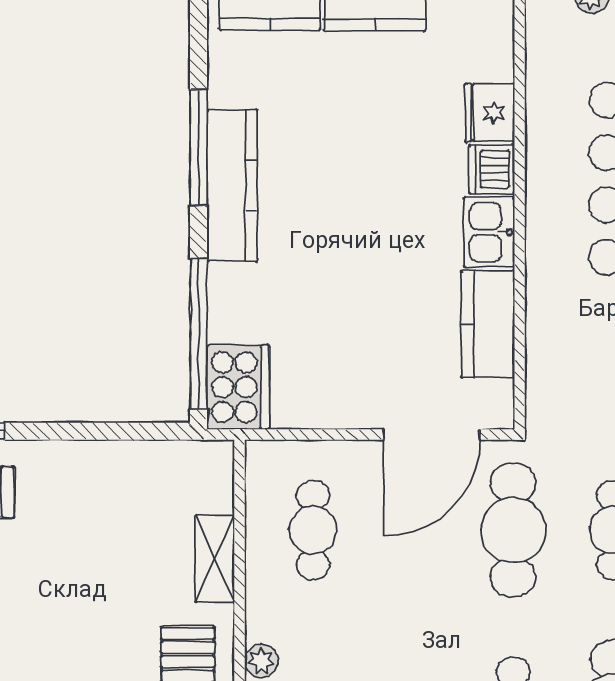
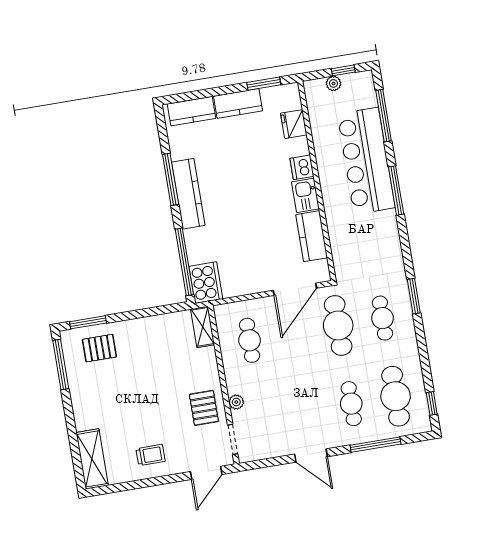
fridge: (490, 113) -> (294, 124), moved
shelving: (215, 559) -> (203, 327), moved

